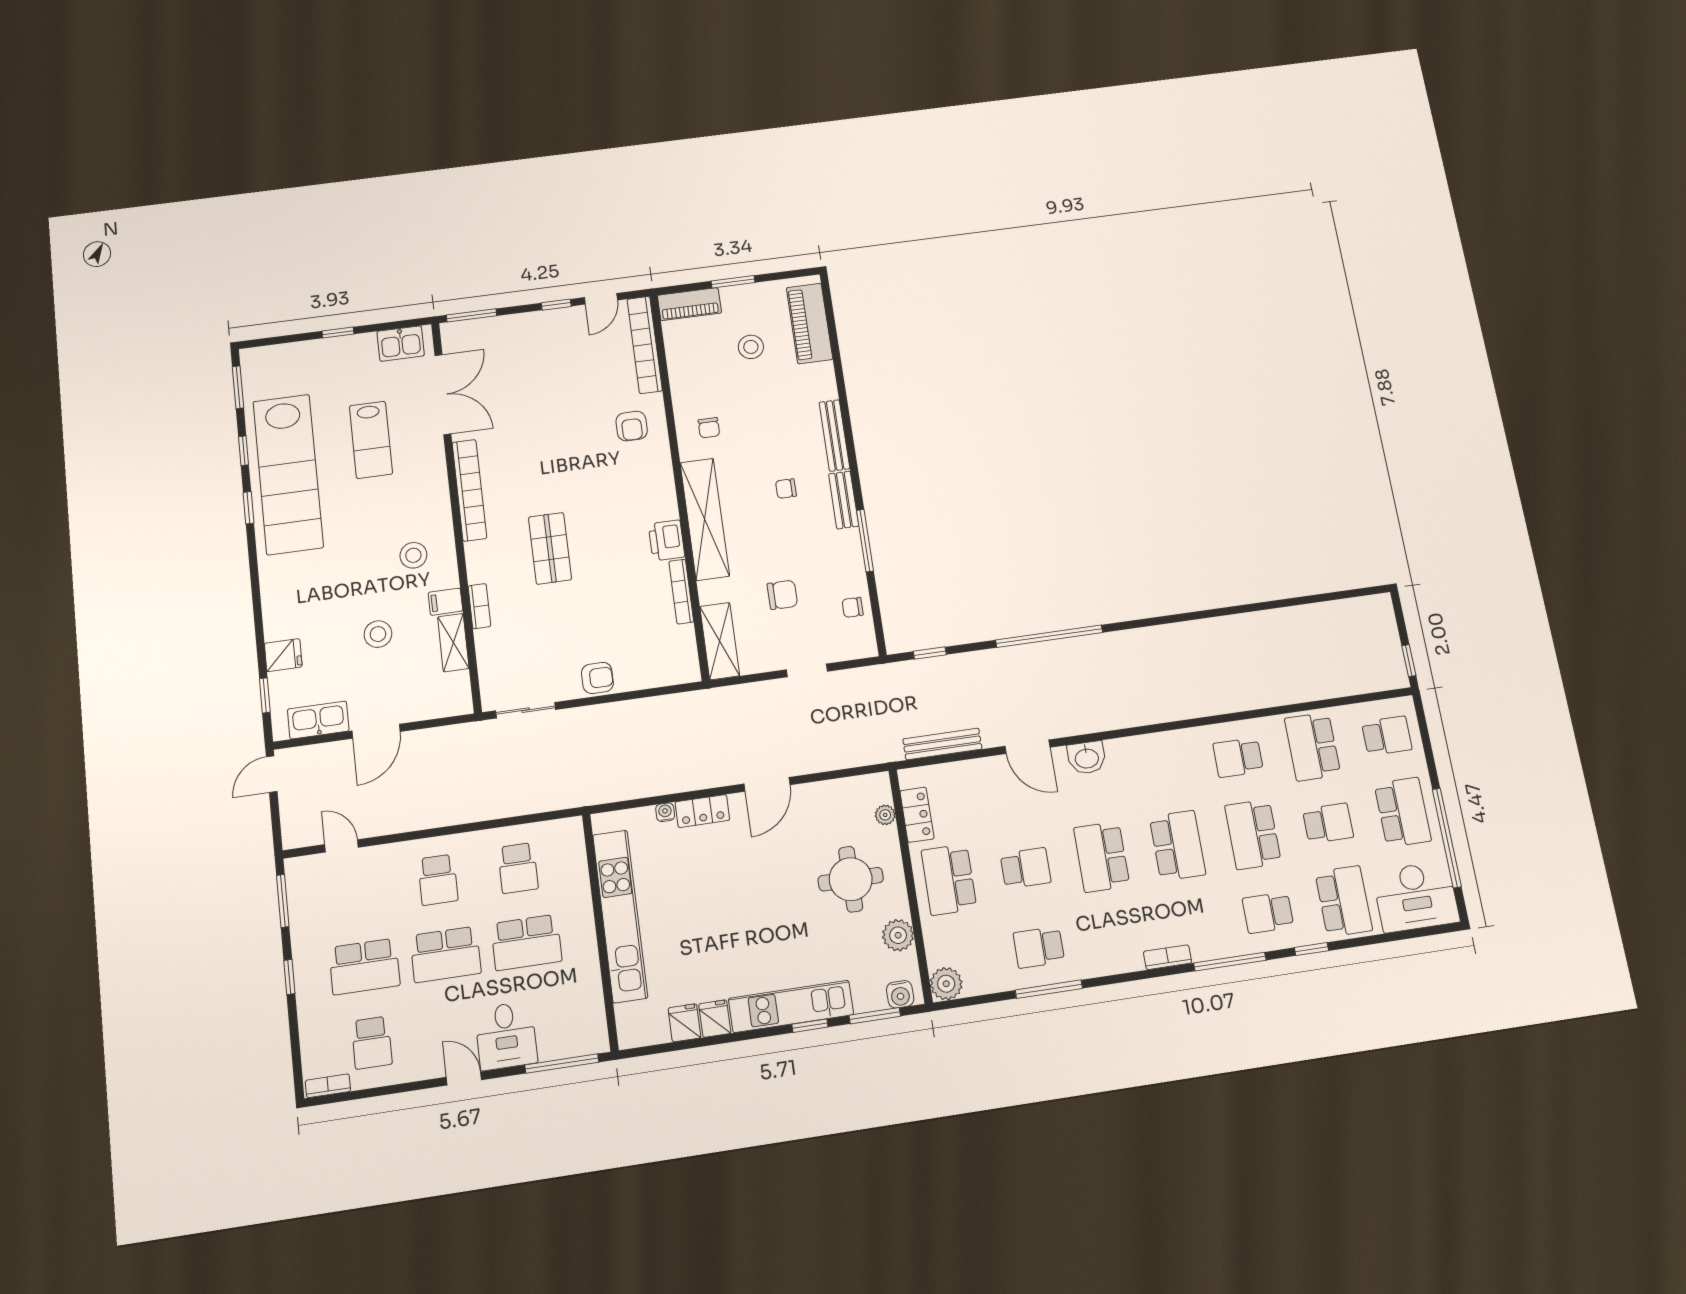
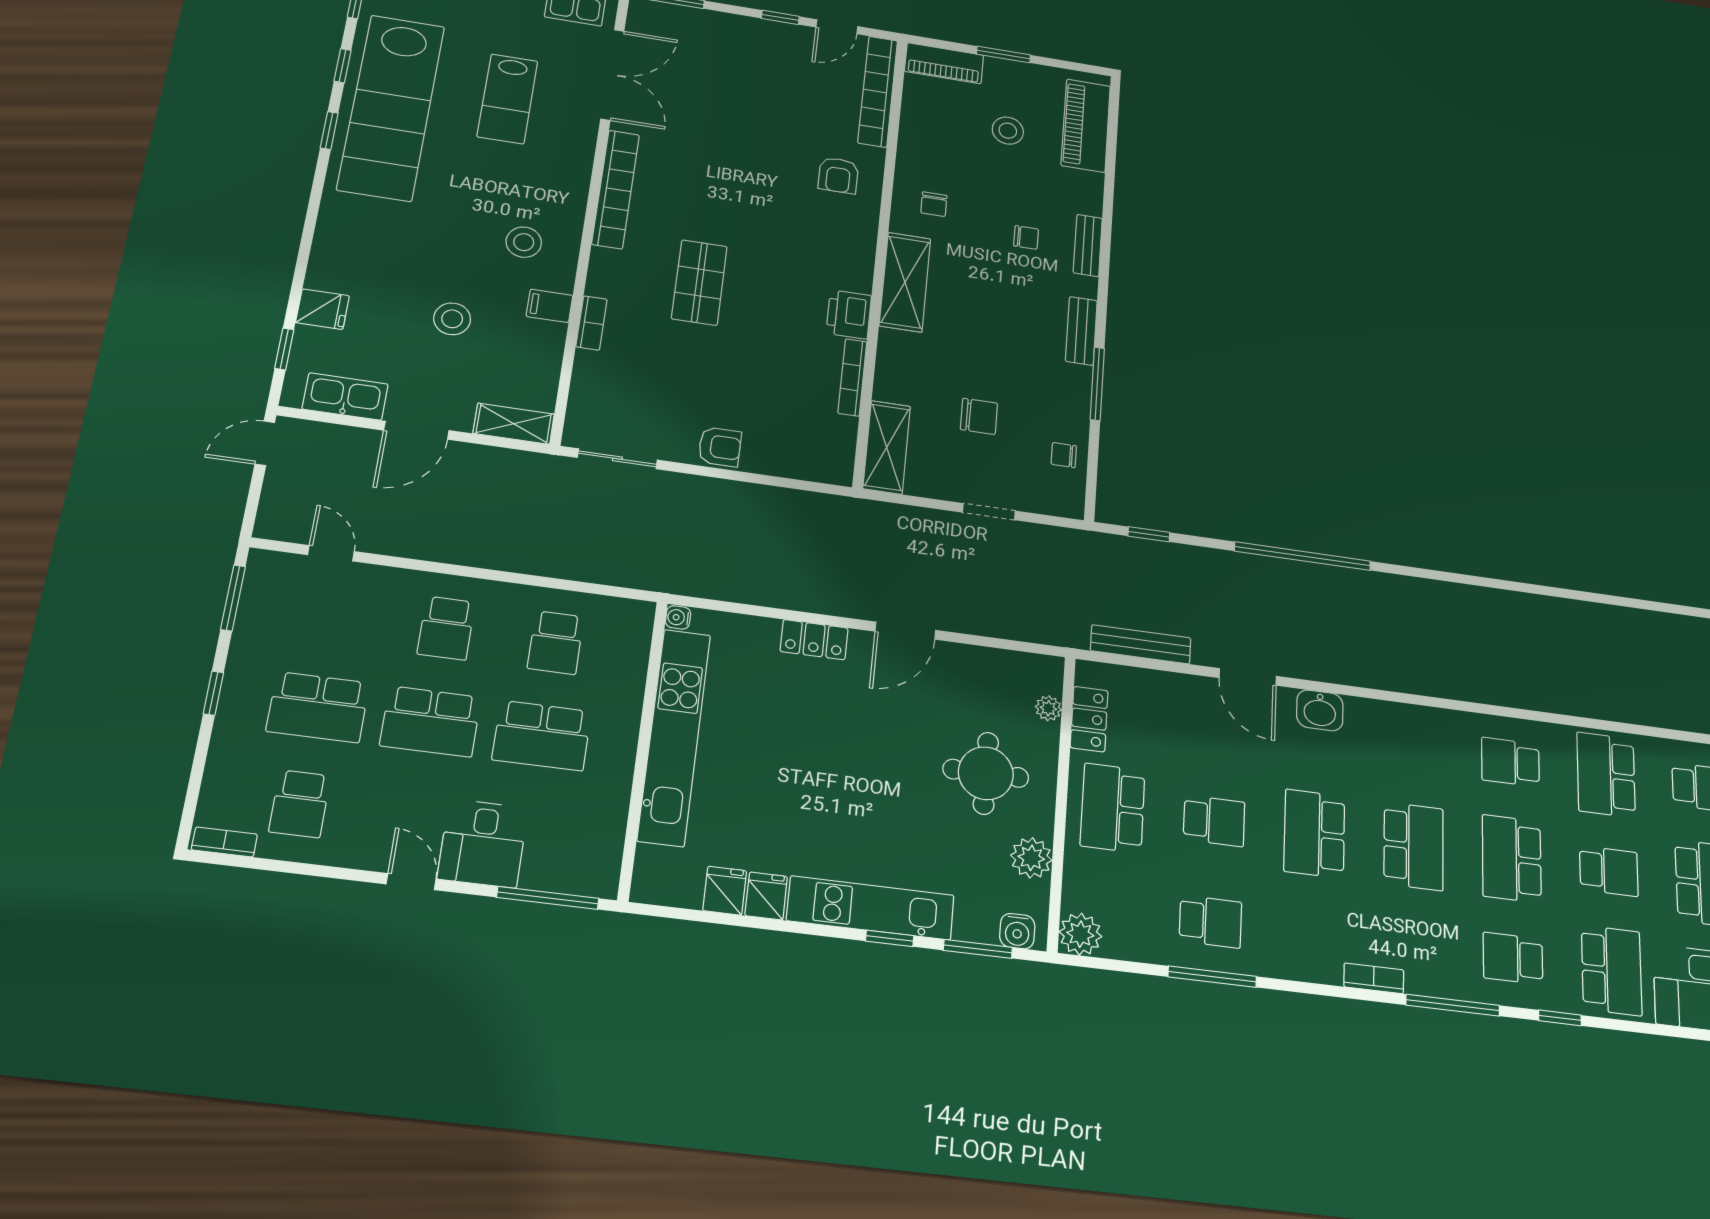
bench: (834, 435) -> (1088, 245), width x0.73
chair: (786, 489) -> (1026, 237), moved, turned 180
shelving: (705, 519) -> (905, 282), width x0.68
shelving: (453, 643) -> (514, 424), moved, turned 90
water cooler: (665, 812) -> (678, 617), moved, turned -90
school desk: (1039, 947) -> (1210, 922), turned 180

